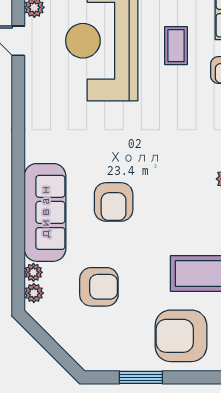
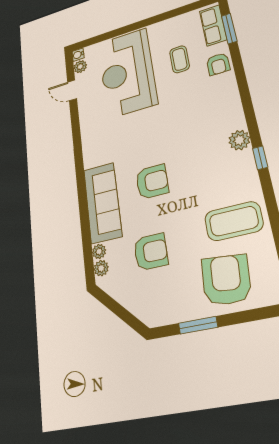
armchair: (114, 202) -> (152, 182), turned -90
armchair: (181, 336) -> (226, 280), turned 95

